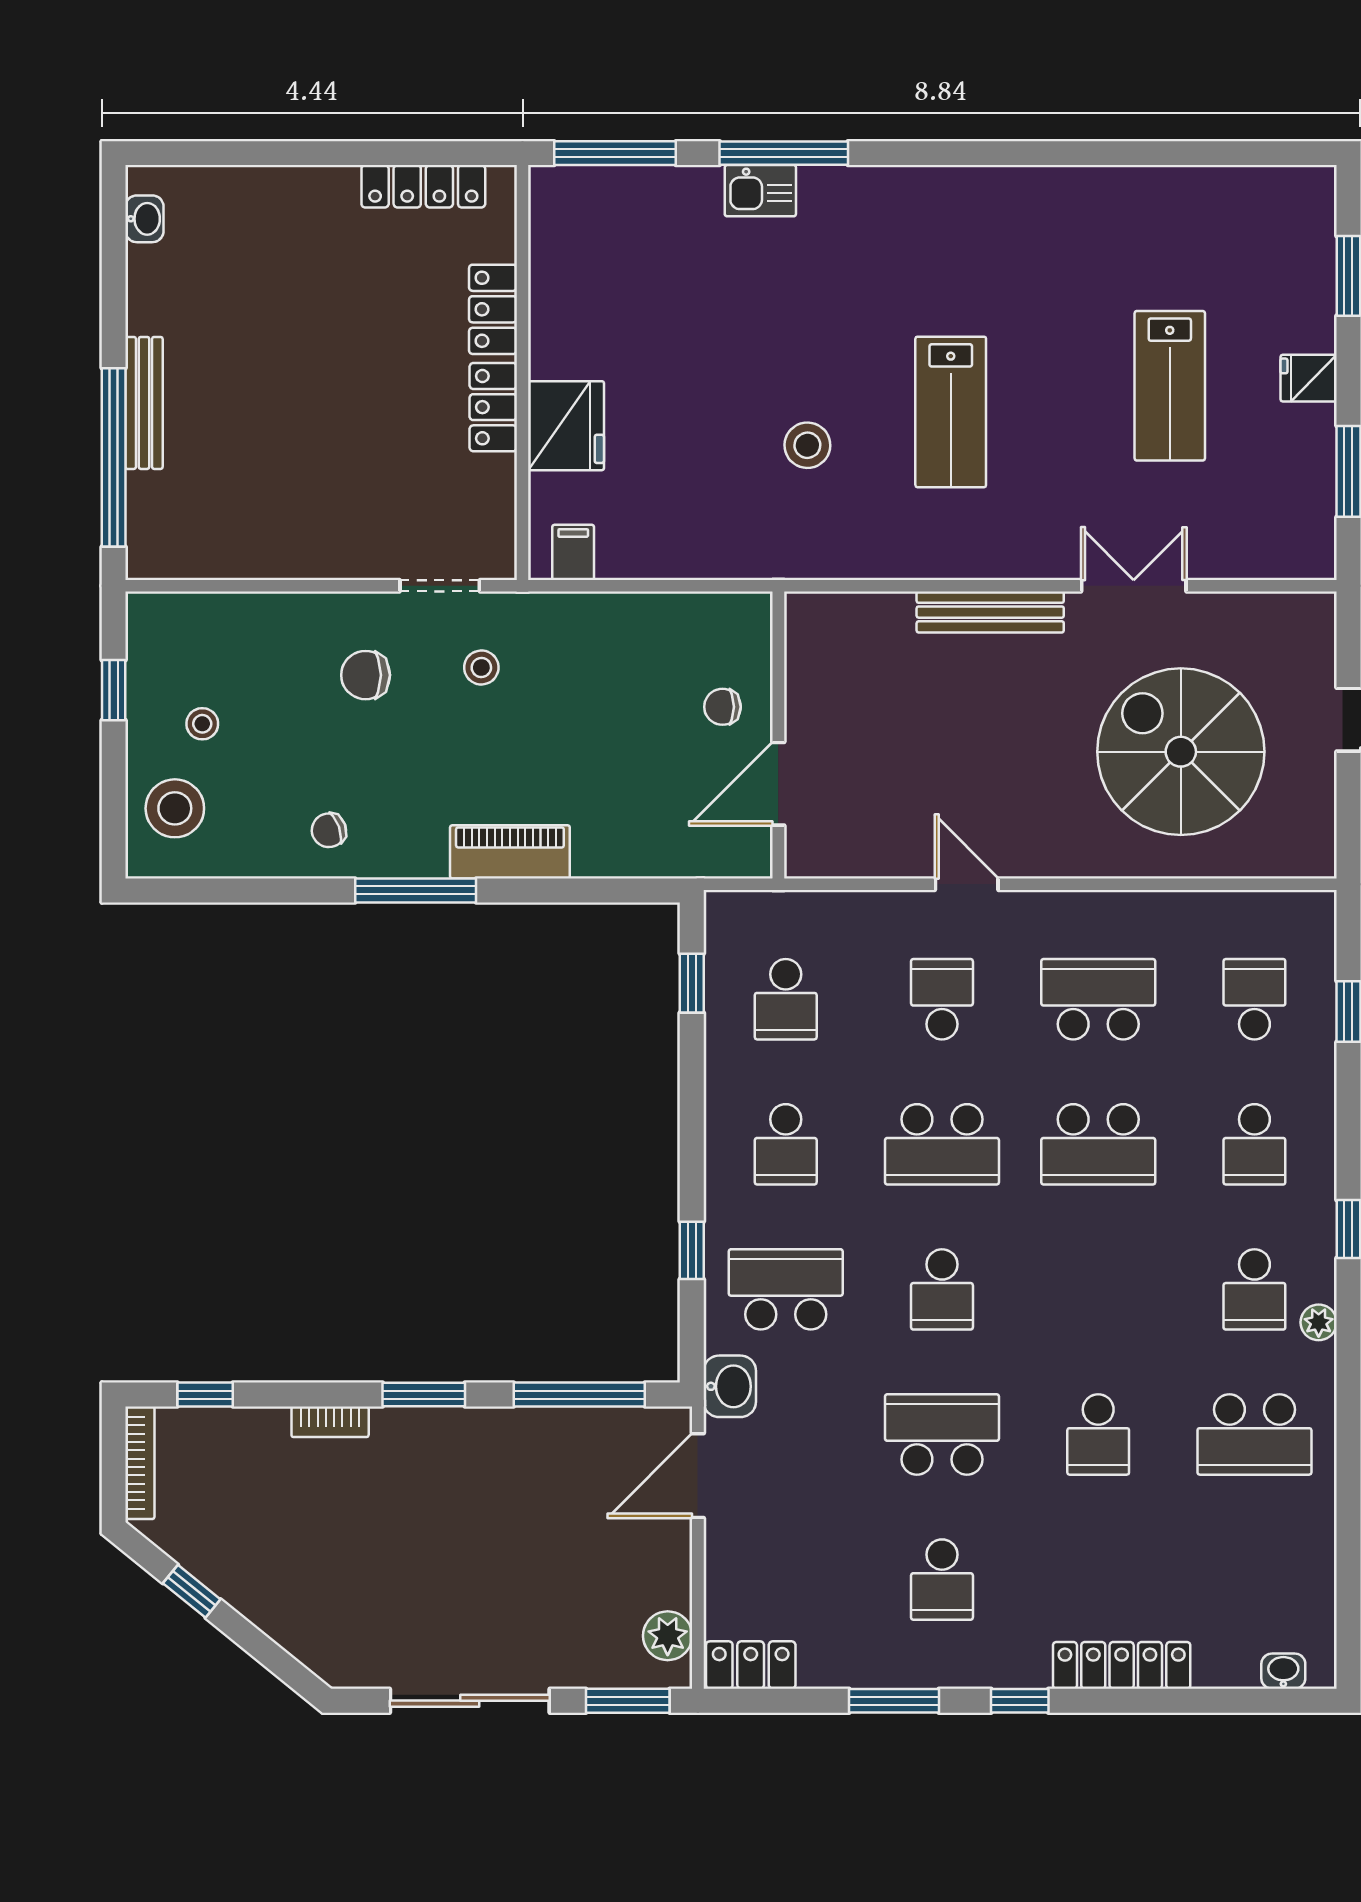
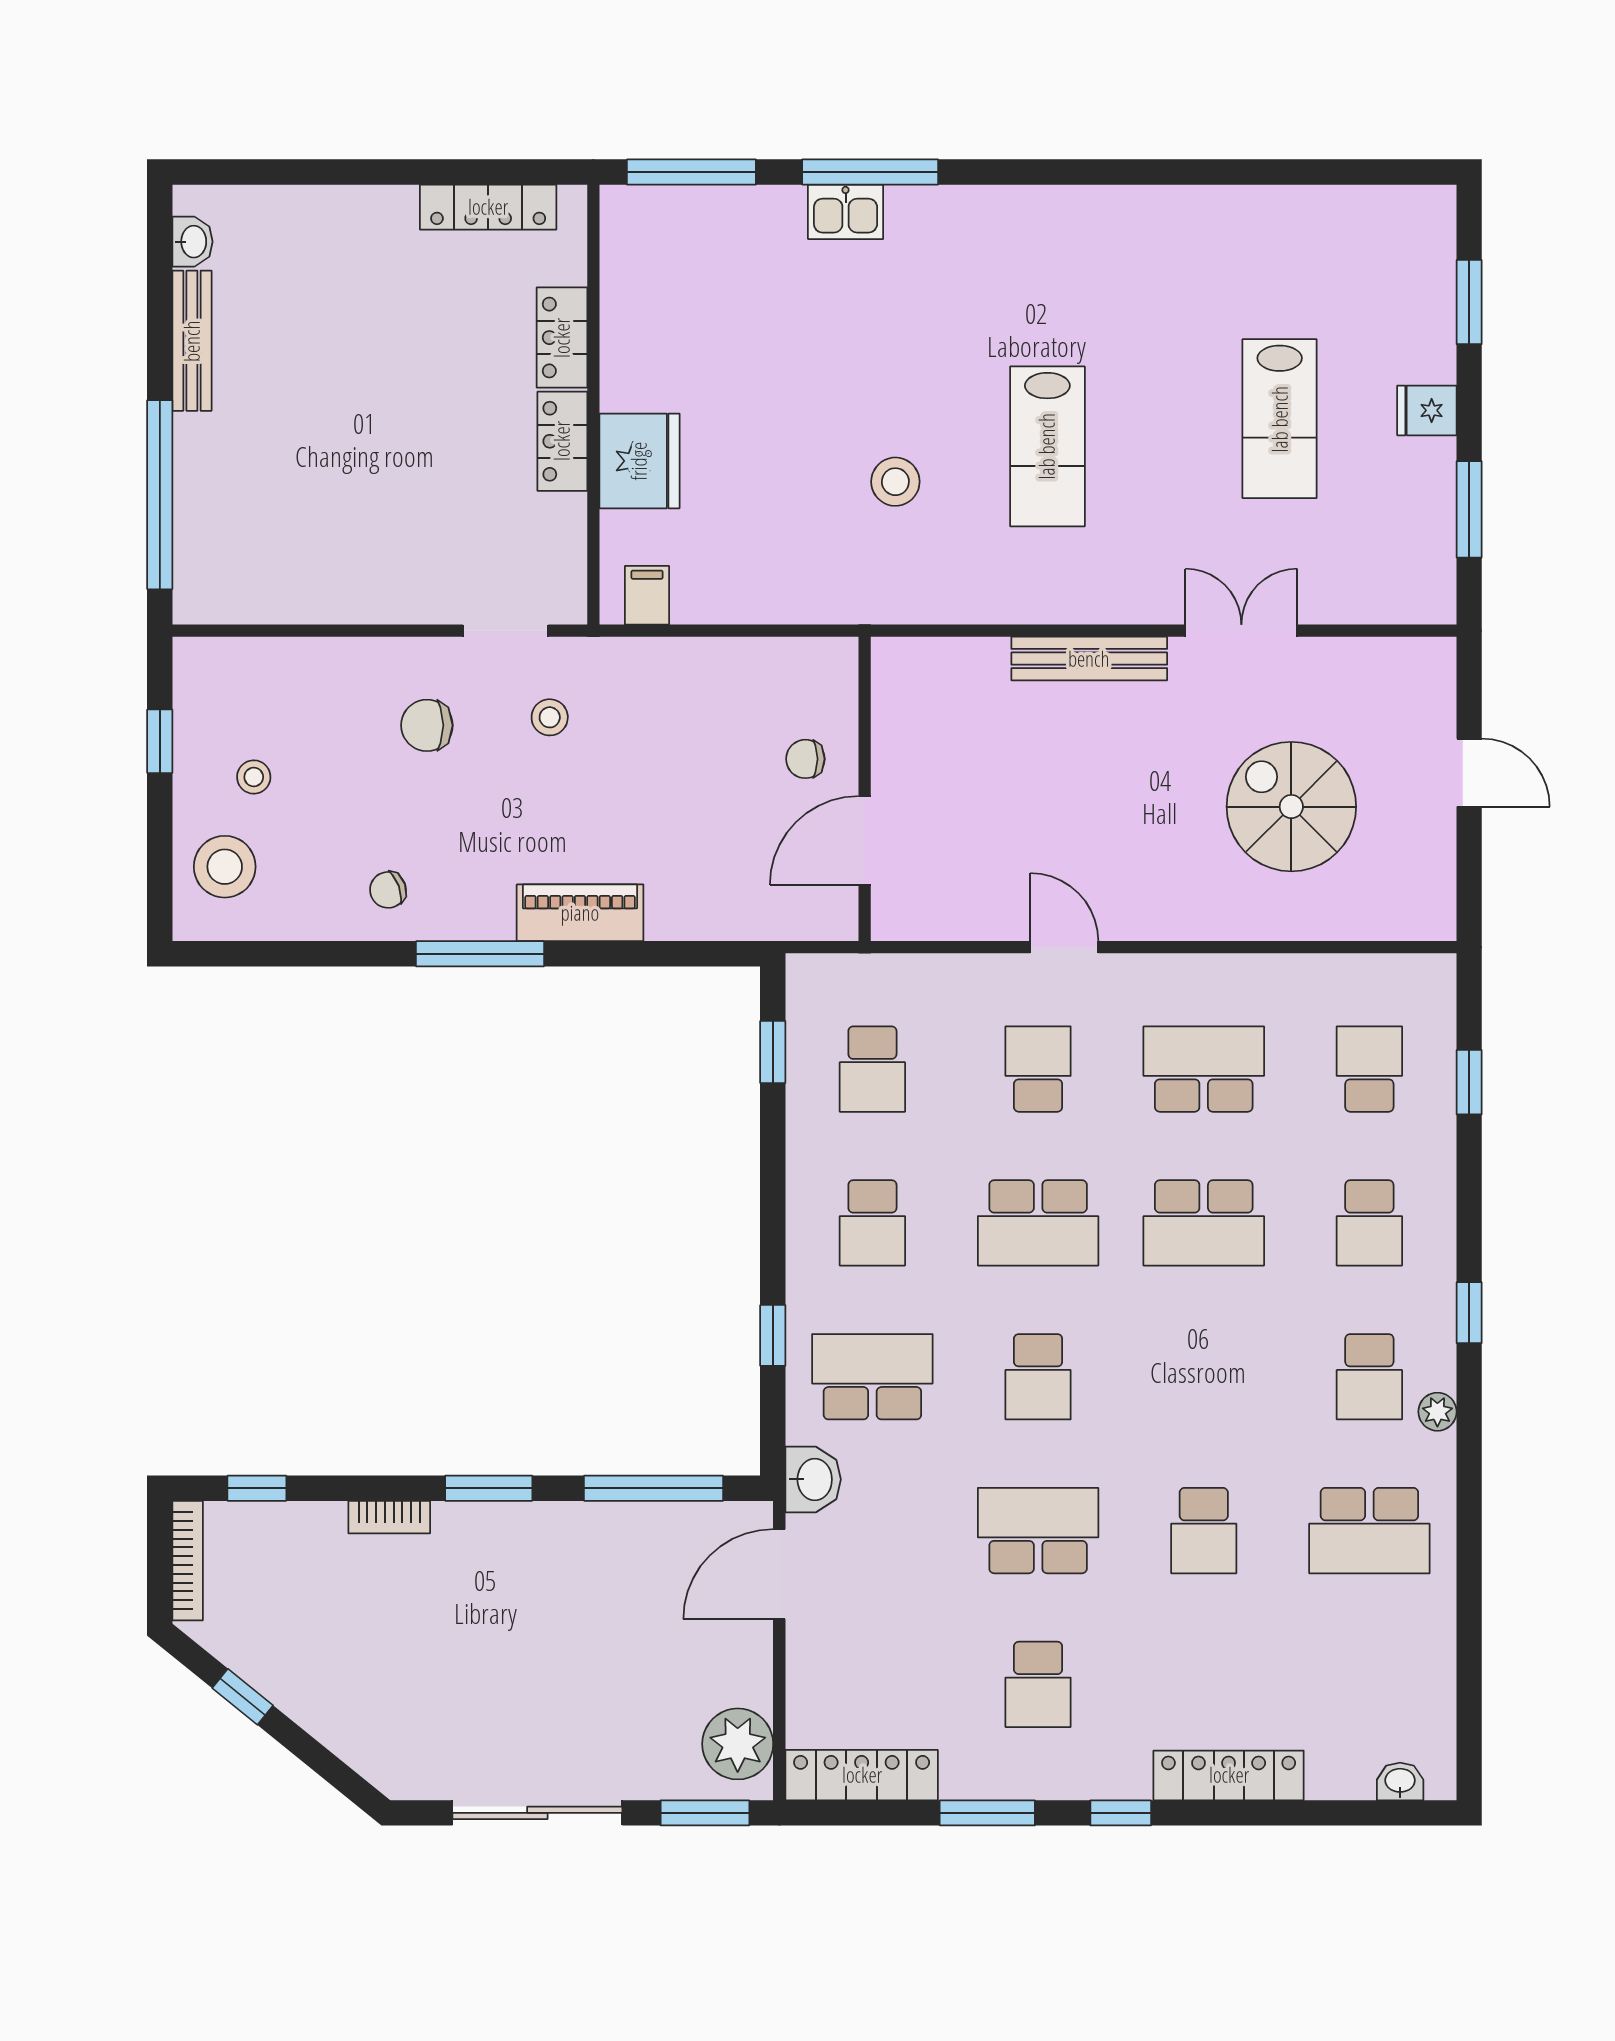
bench: (144, 403) -> (192, 341), moved
spiral stairs: (1181, 752) -> (1291, 807), width x0.73, depth x0.73
plant: (668, 1636) -> (738, 1744), width x1.36, depth x1.36
locker: (751, 1665) -> (862, 1775), width x1.53

